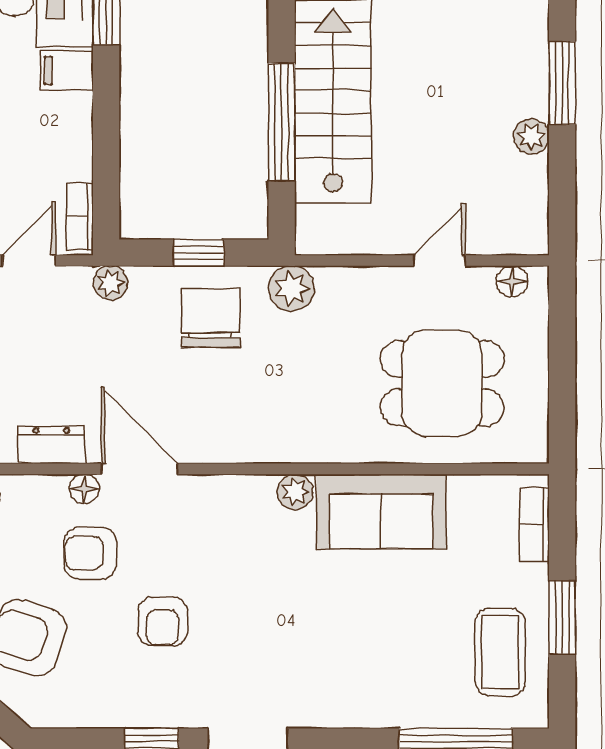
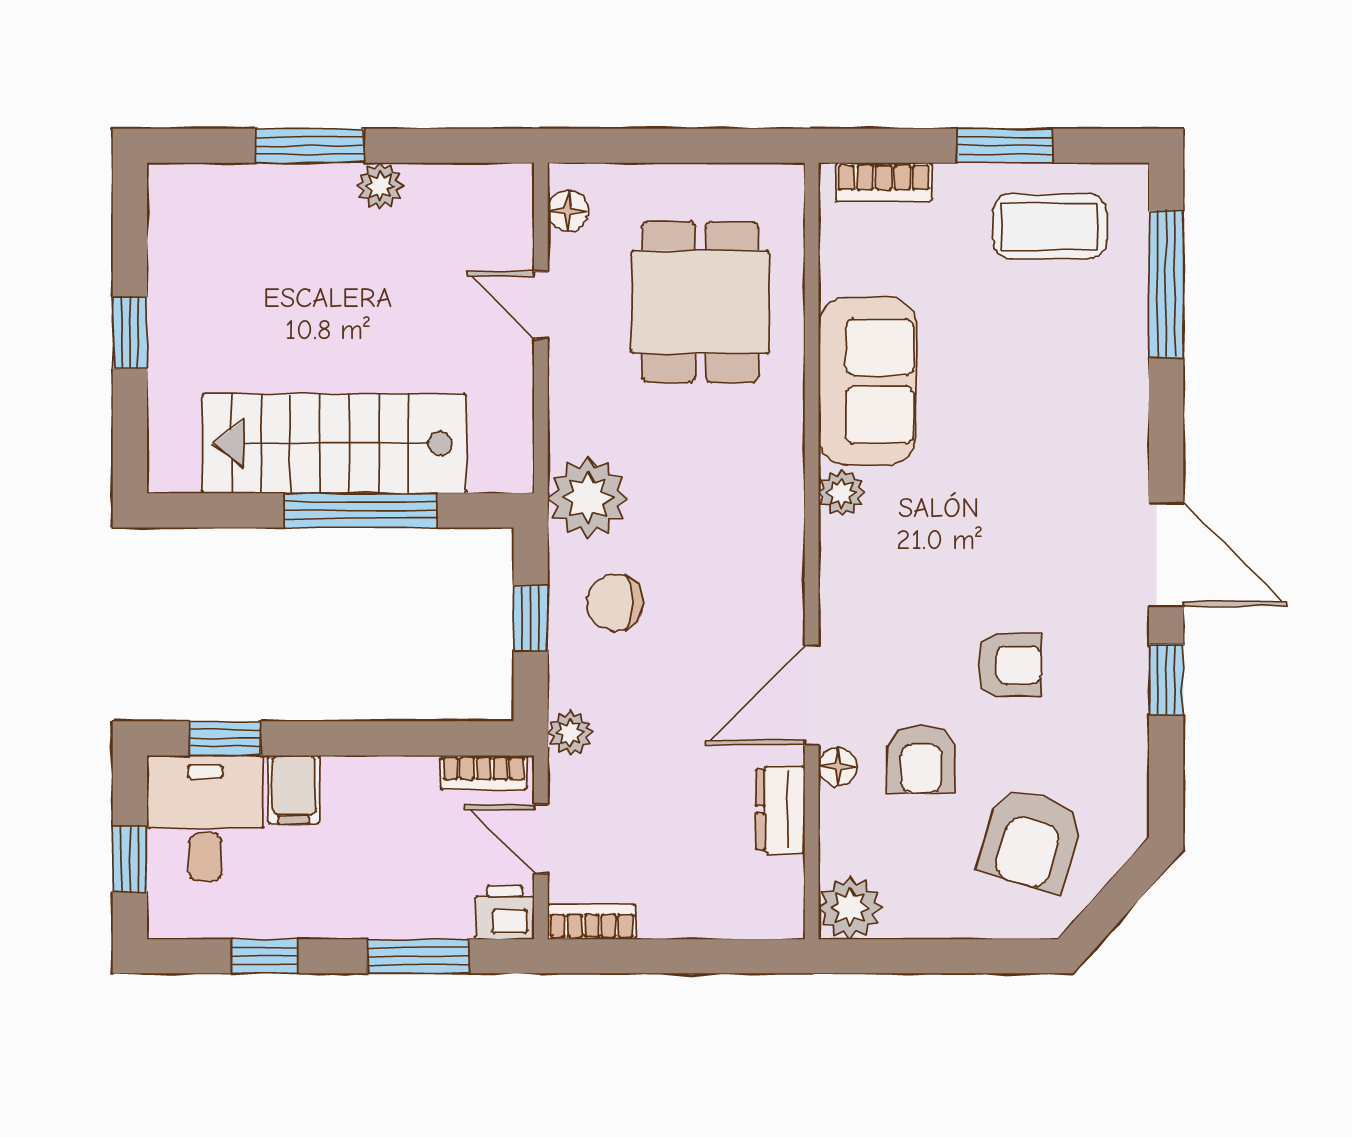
plant: (291, 288) -> (588, 498), width x1.36, depth x1.36
chair: (211, 318) -> (615, 603), width x0.73, depth x0.73

